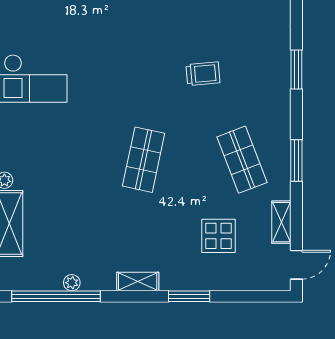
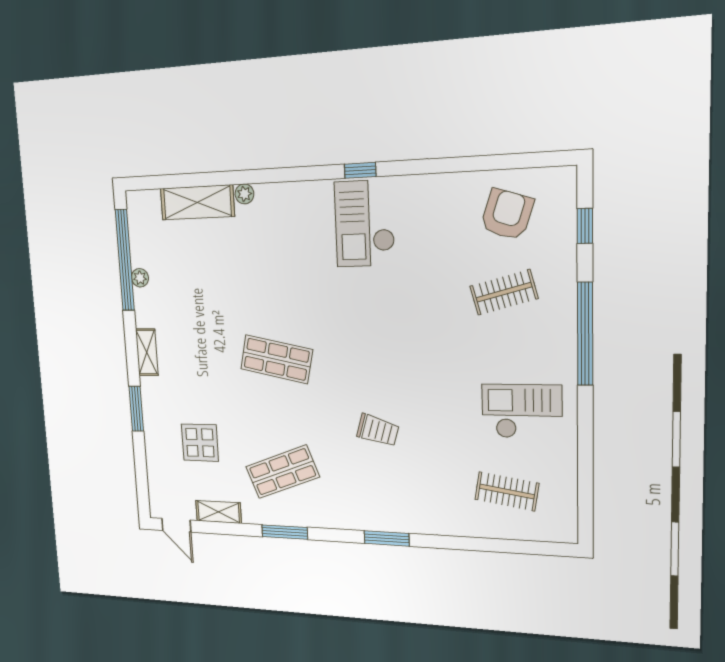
trolley: (203, 74) -> (378, 430), turned -69

